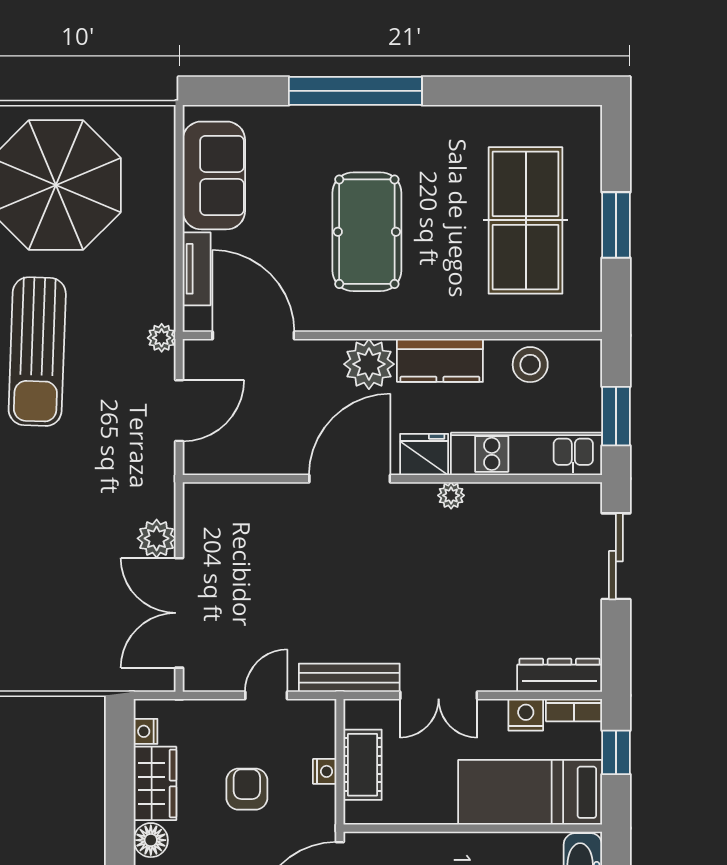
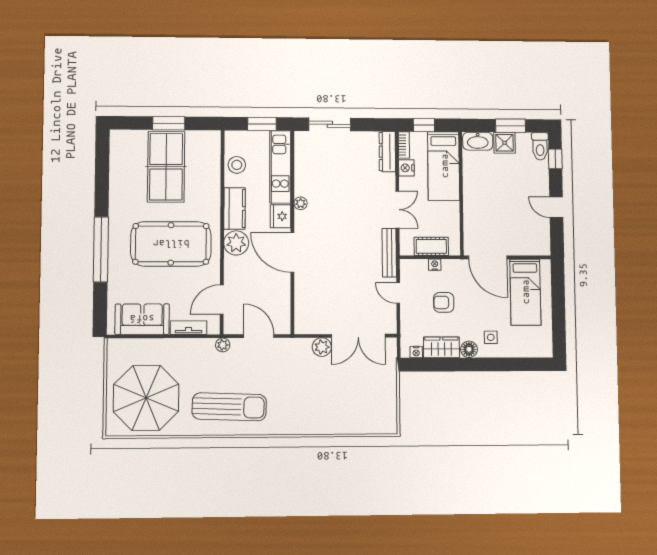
table tennis table: (526, 220) -> (166, 167), turned 90
pool table: (367, 232) -> (171, 244), width x1.36, depth x1.32
door: (253, 335) -> (222, 300), width x0.73

